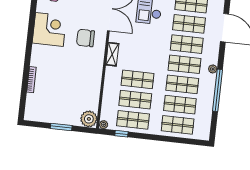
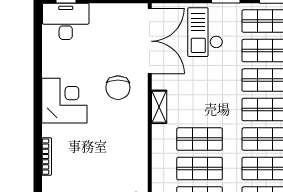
corner desk: (49, 29) -> (64, 101), moved
chair: (86, 38) -> (118, 88), turned -90

